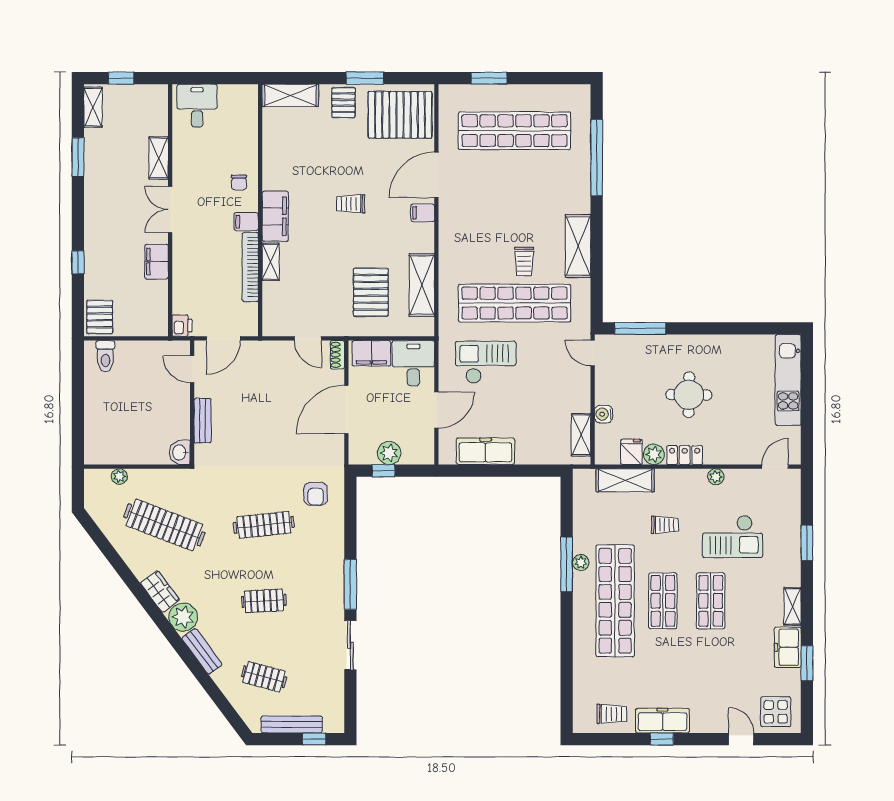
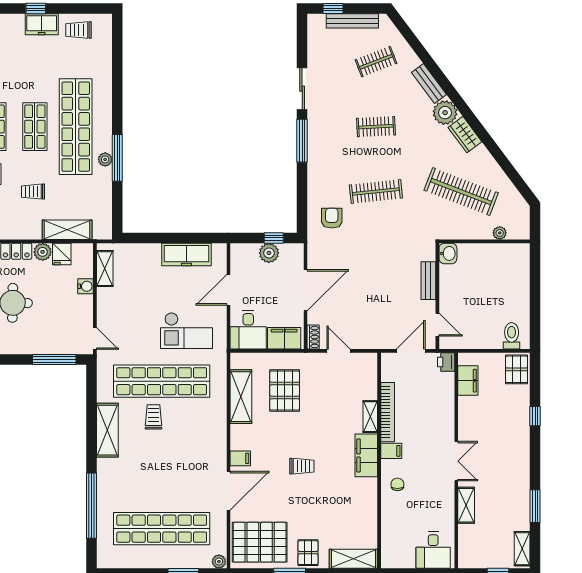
plant: (448, 92) -> (219, 562), added
filing cabinet: (156, 262) -> (468, 381), moved
clothes rail: (264, 677) -> (376, 62), turned -36
freezer: (663, 721) -> (42, 24), width x0.71

